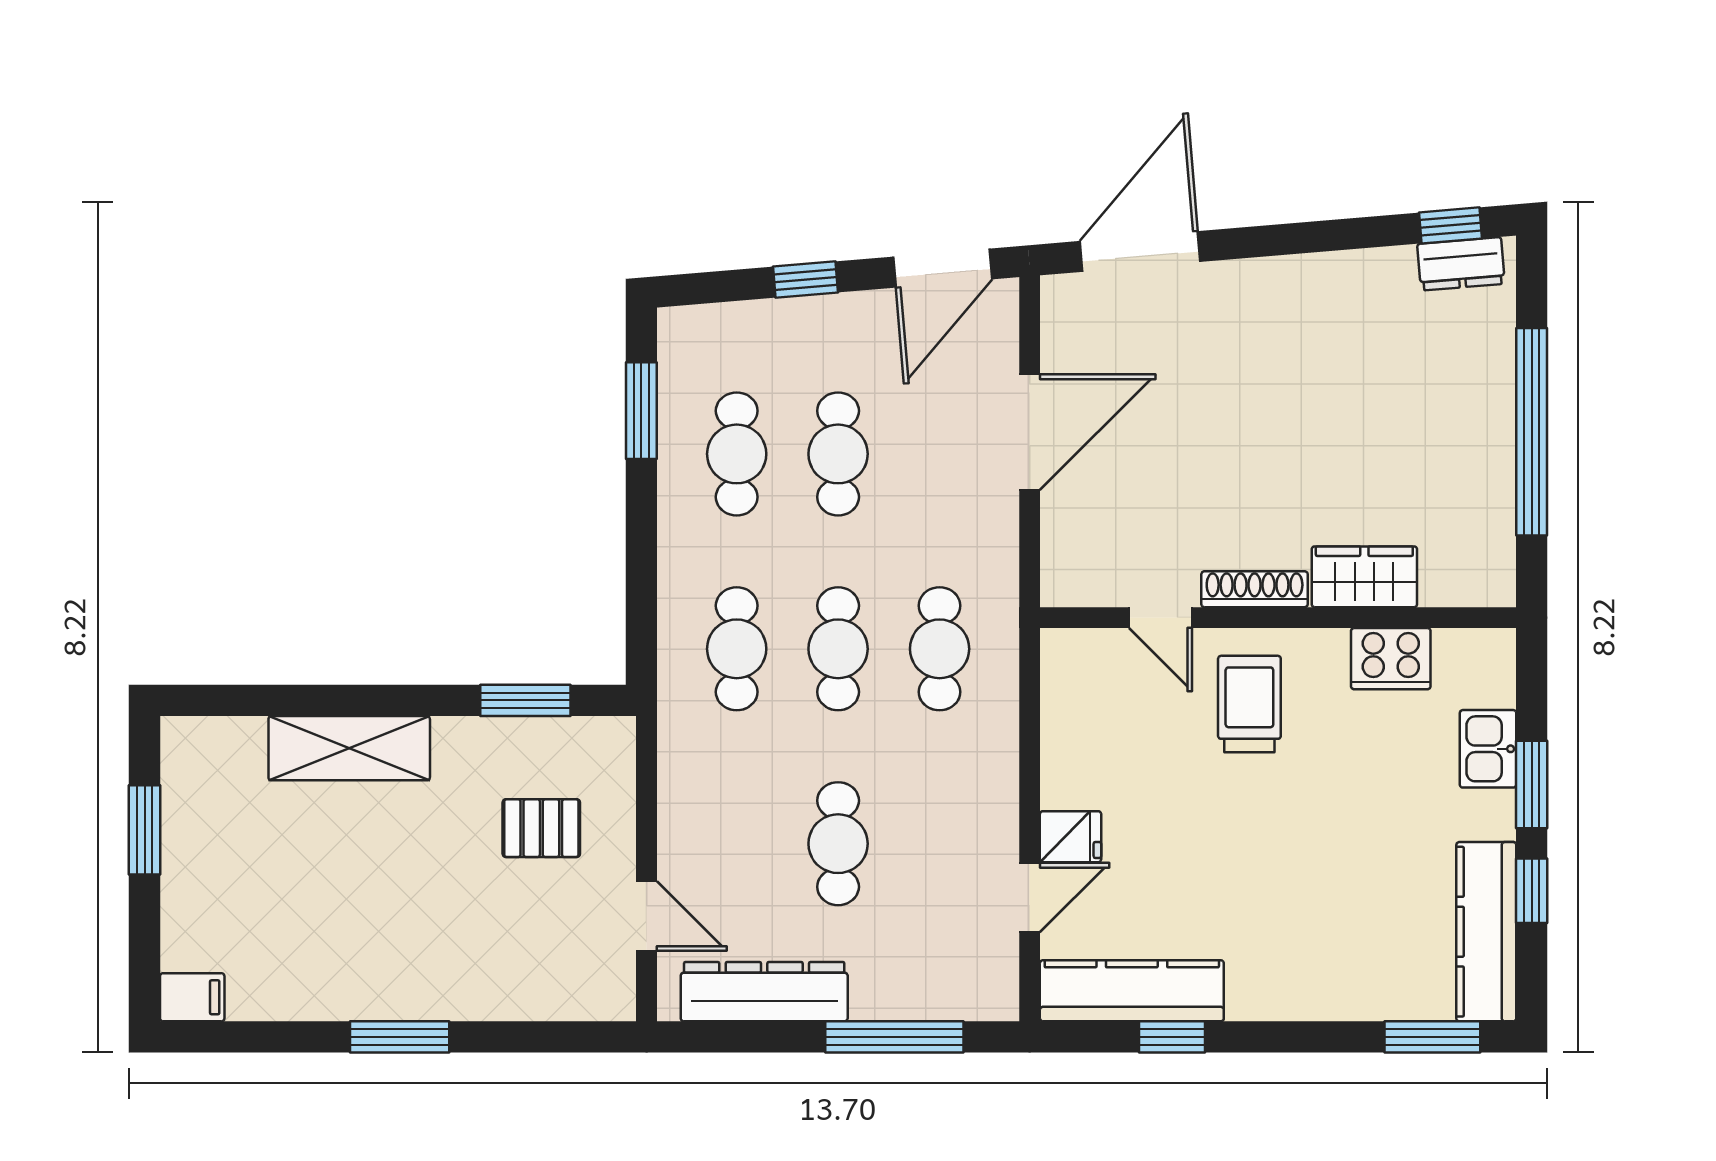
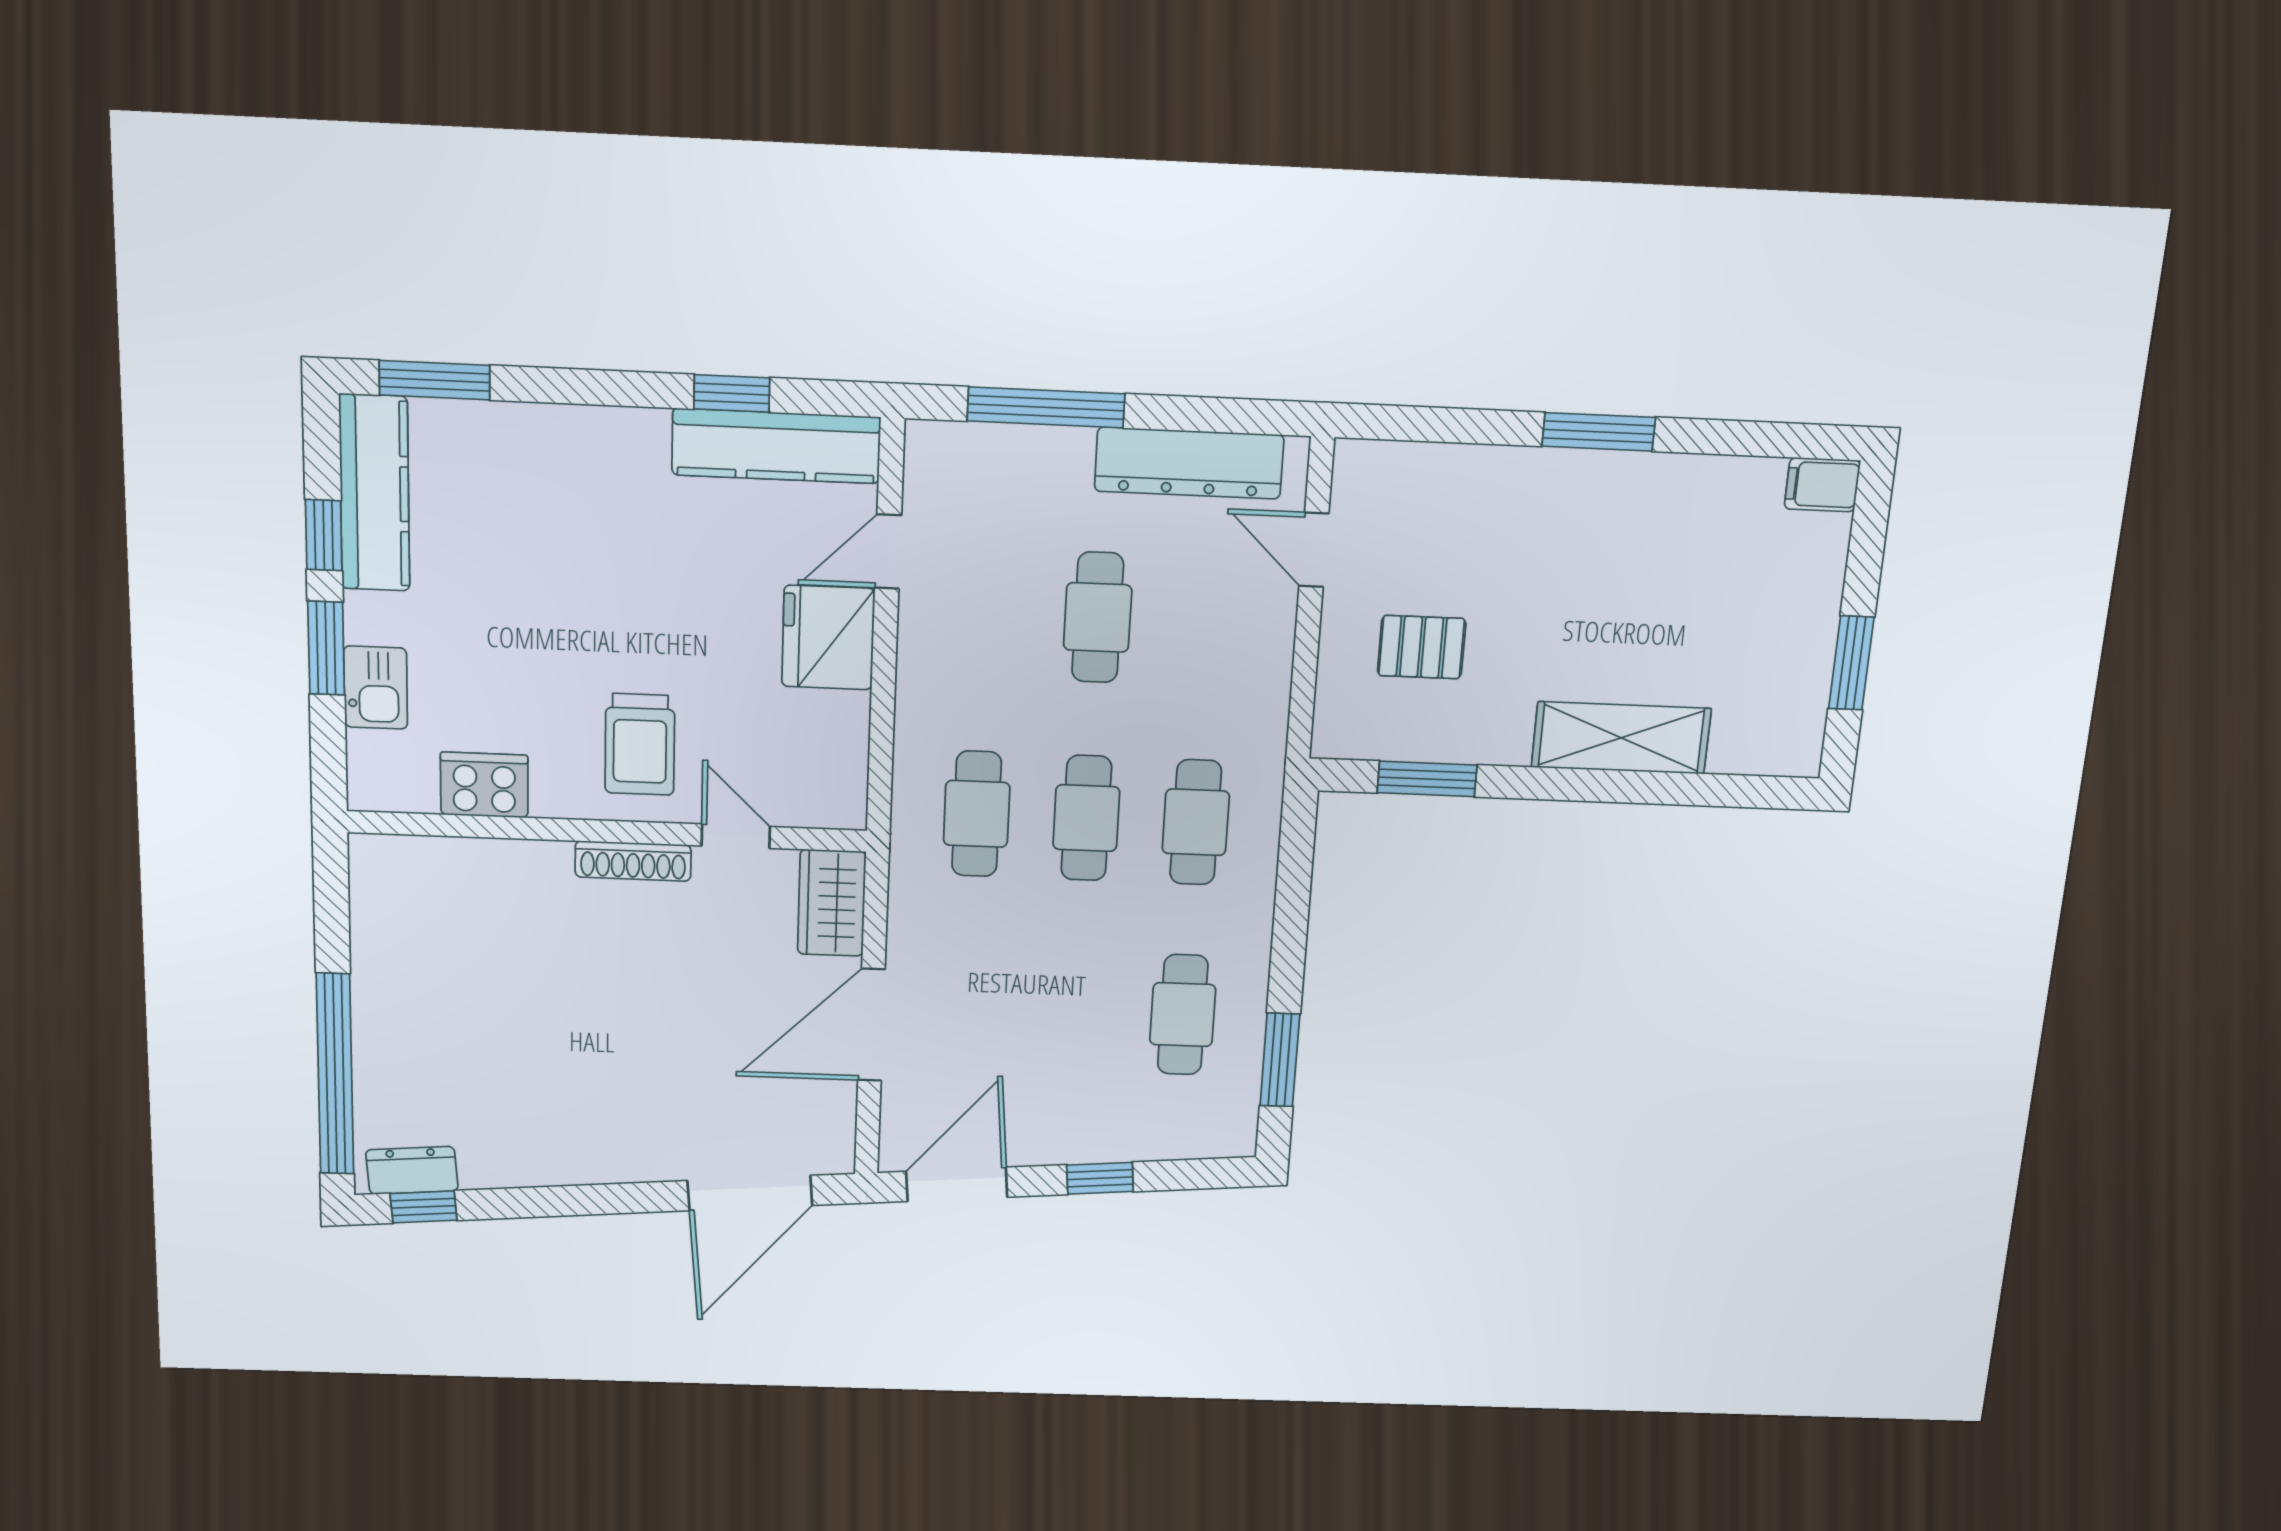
window: (1532, 432) -> (335, 1074), moved
cafe table: (838, 454) -> (1075, 1011), removed
wardrobe: (1364, 577) -> (832, 903), moved, turned 90
fridge: (1071, 837) -> (828, 638), width x1.88, depth x1.34

